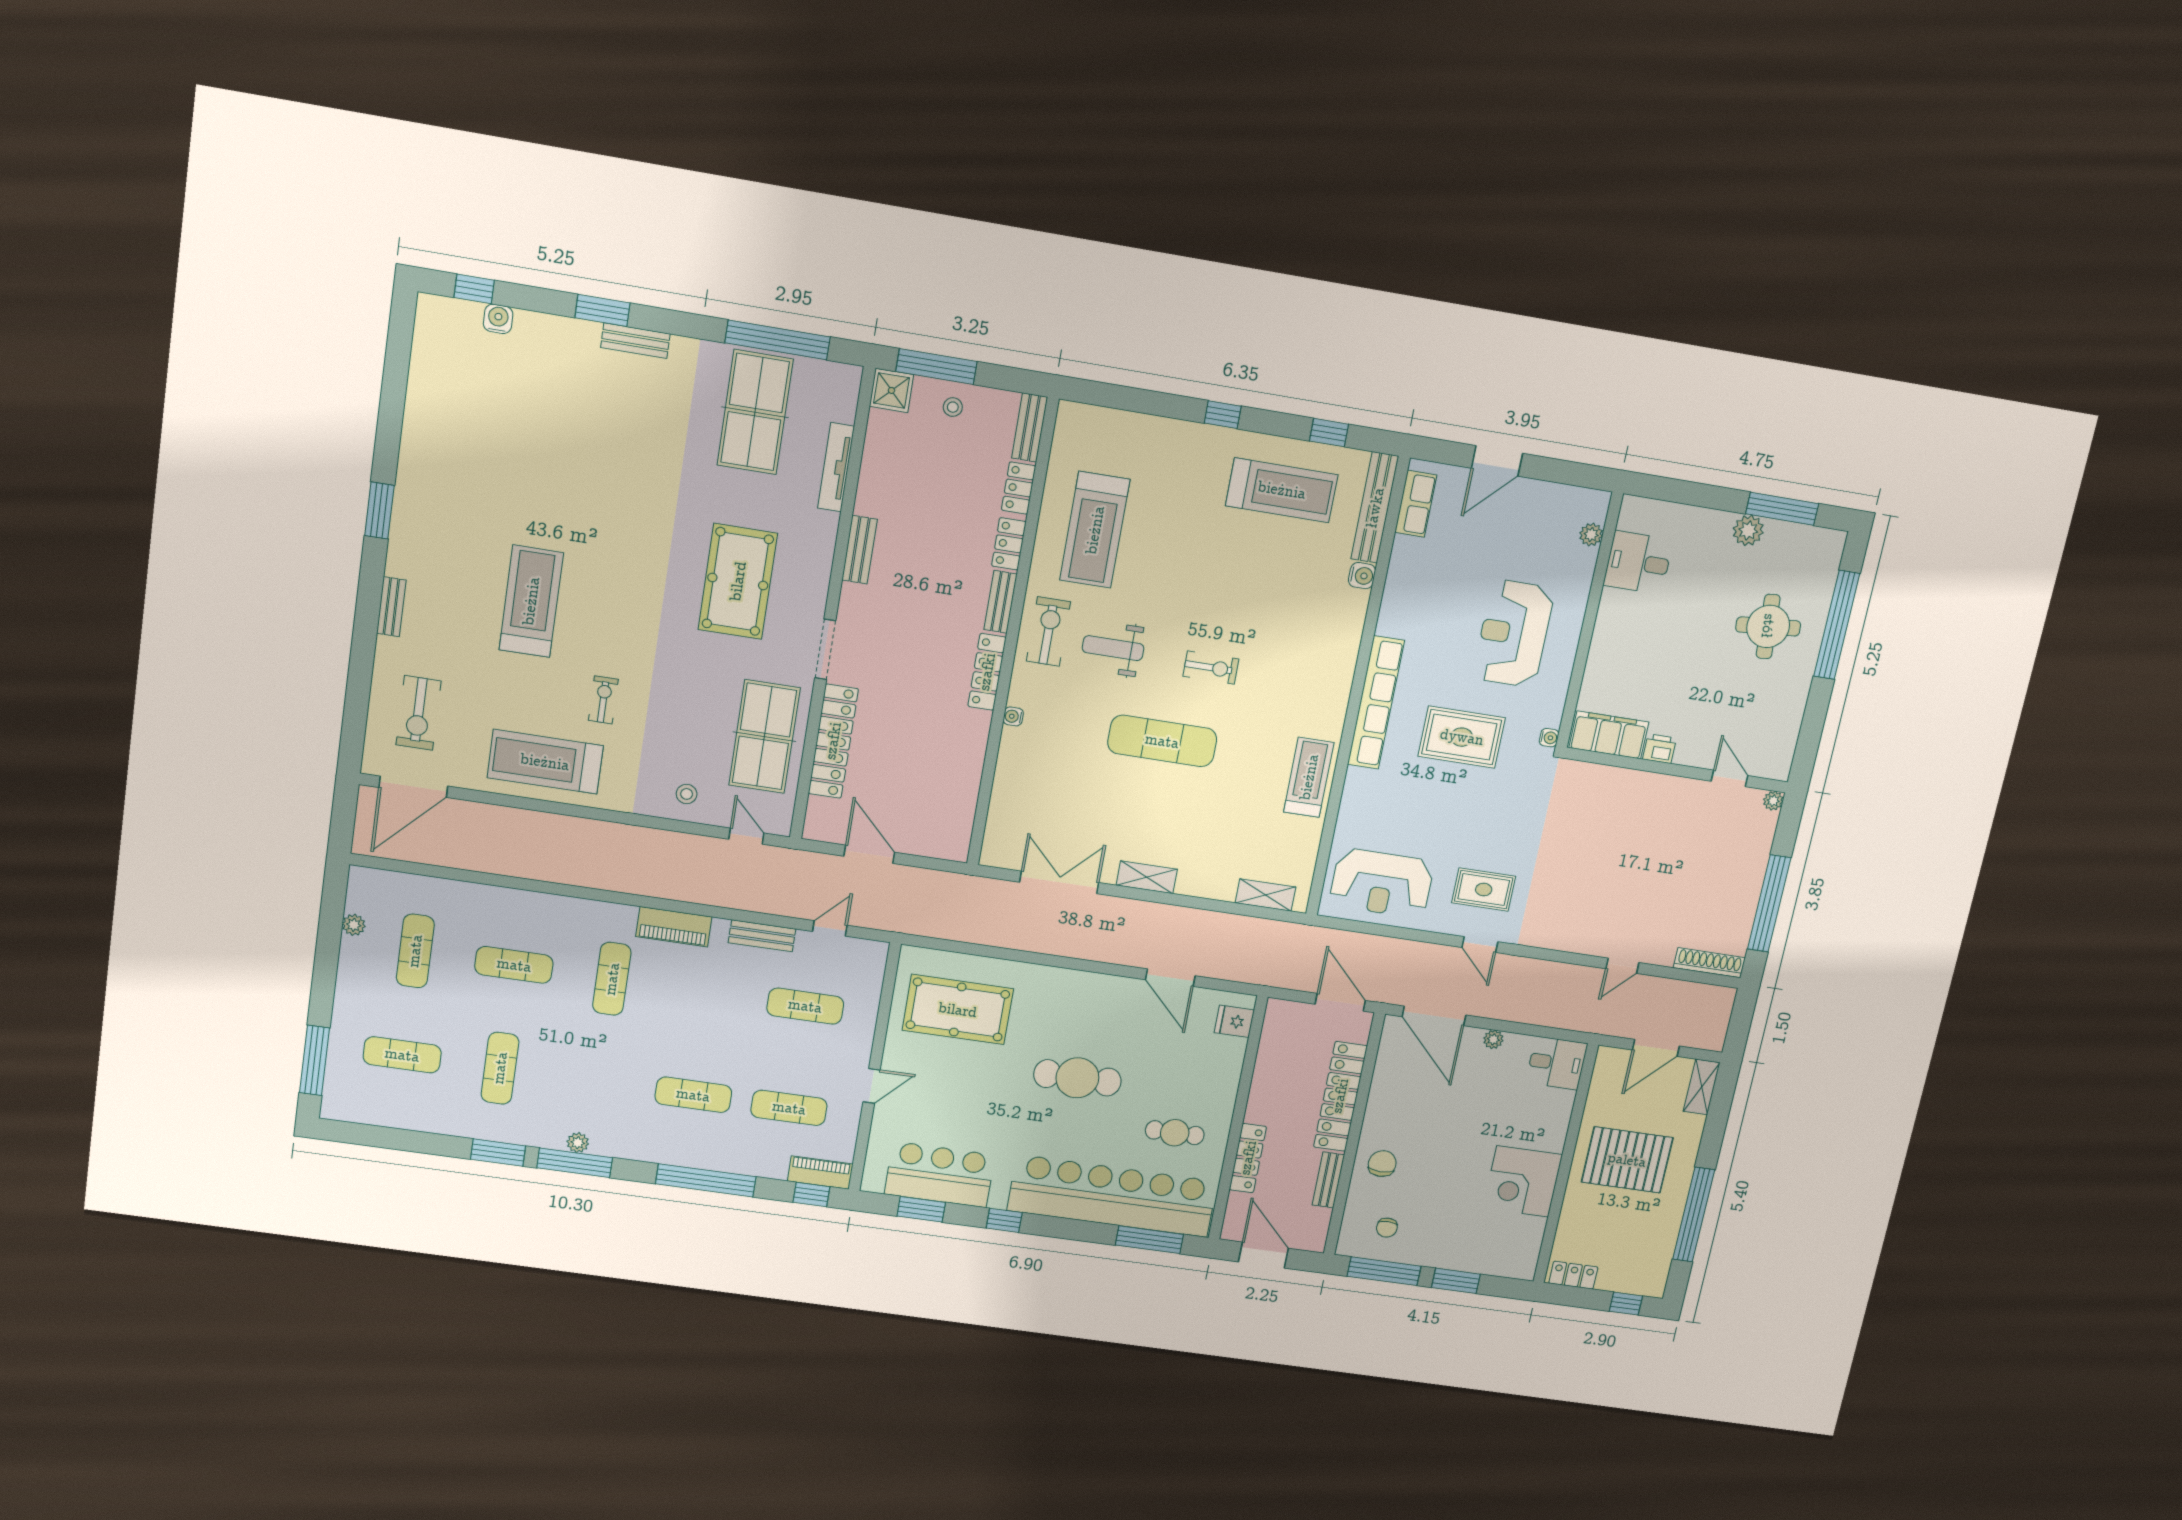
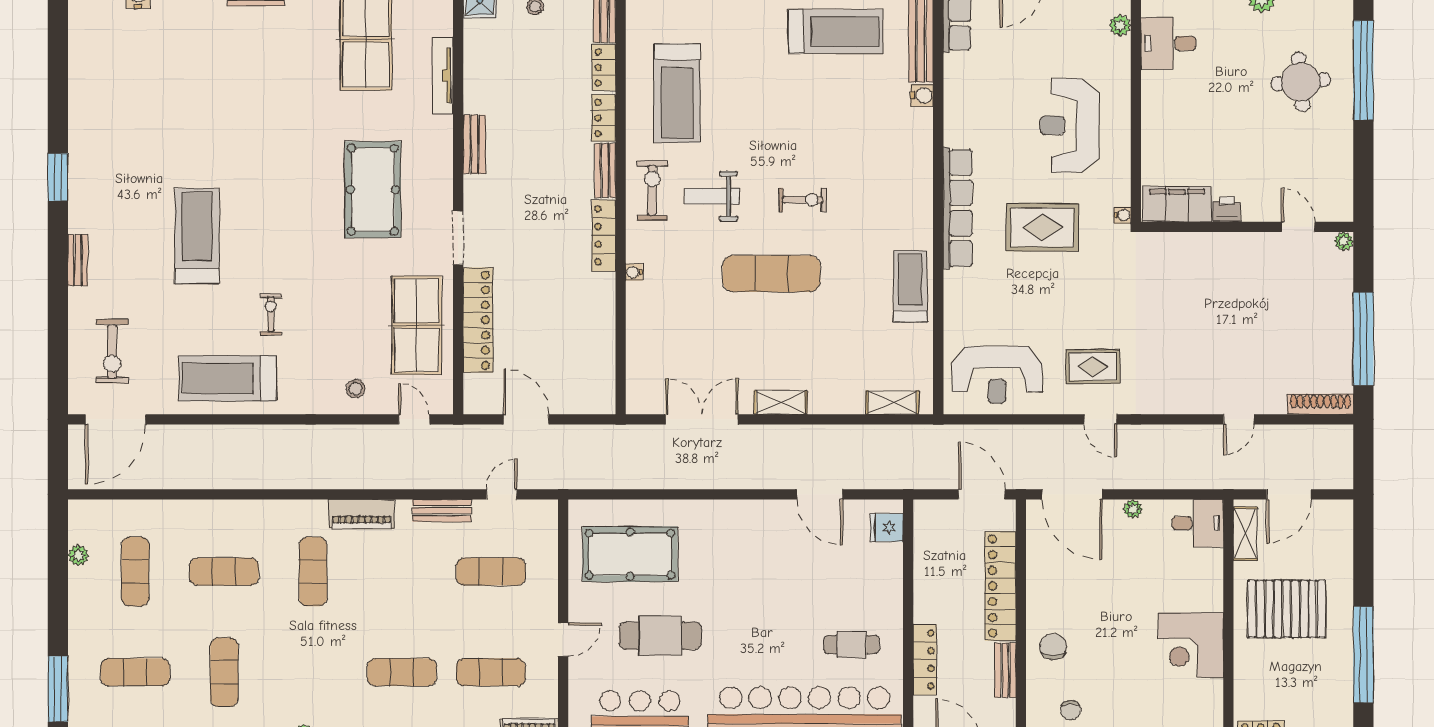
cafe table: (1077, 1078) -> (660, 636), moved
shelving: (1702, 1087) -> (1245, 534), moved

